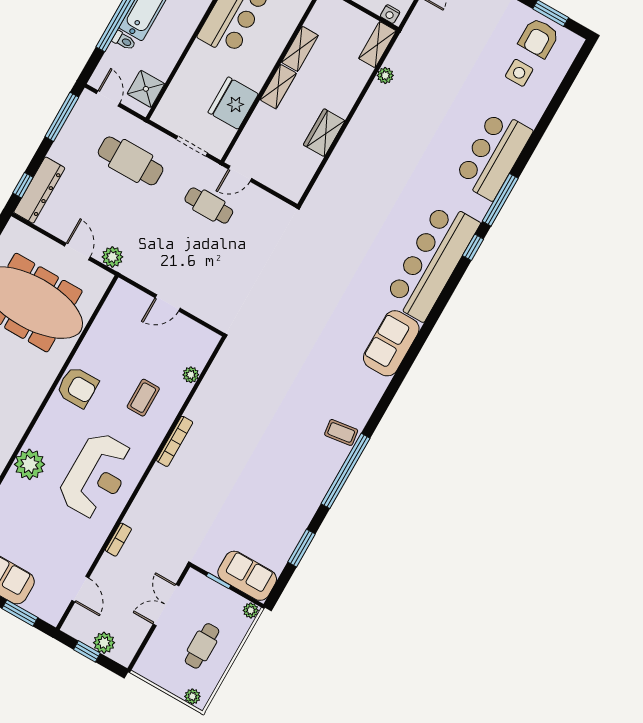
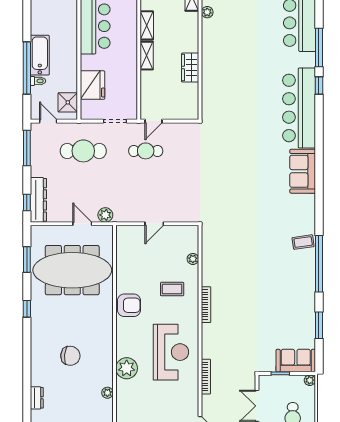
fridge: (233, 103) -> (92, 85), moved, turned 180
coffee table: (143, 398) -> (172, 289), turned 90
bookcase: (118, 540) -> (206, 377), width x1.56

